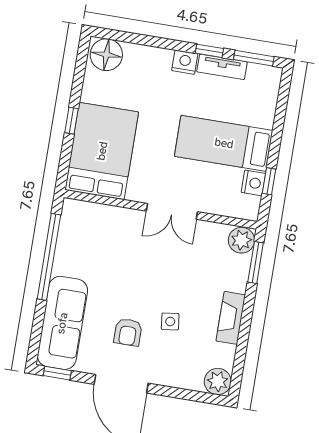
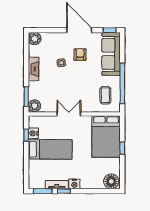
coffee table: (89, 238) -> (105, 95), added

